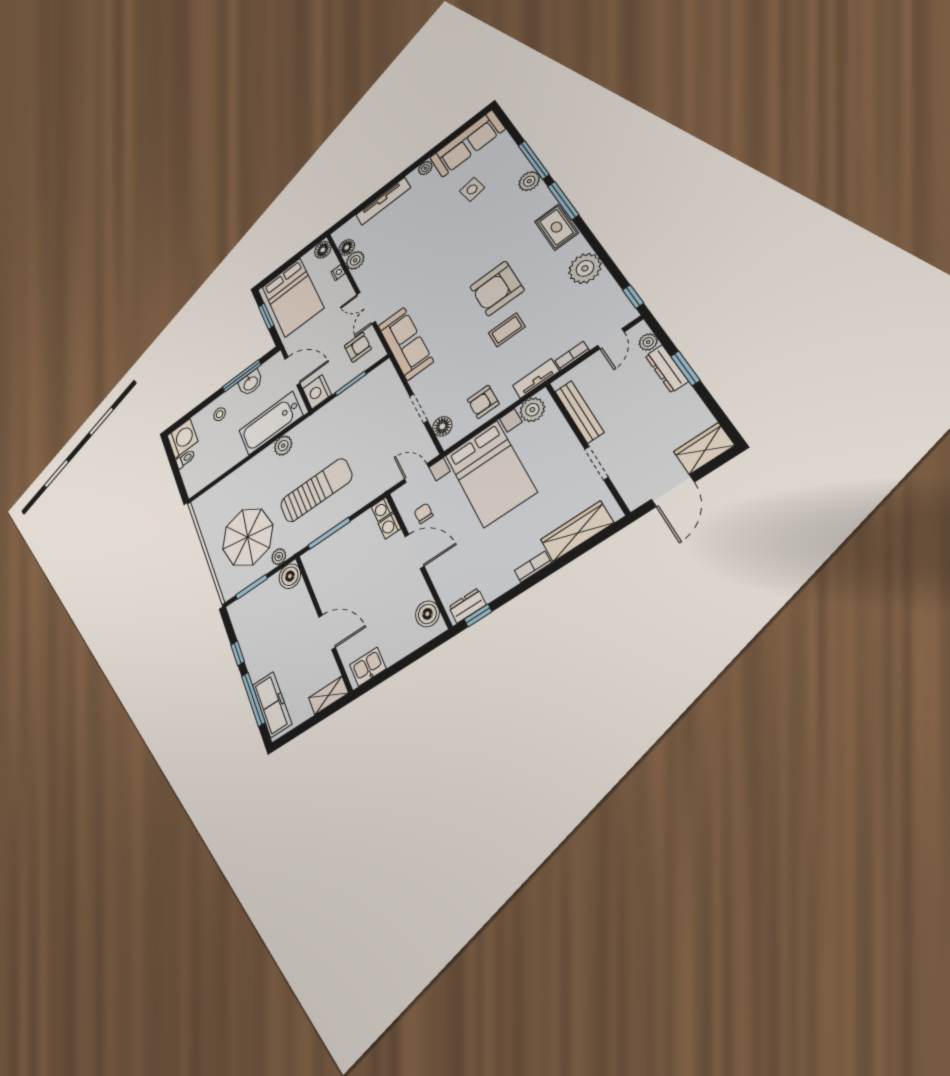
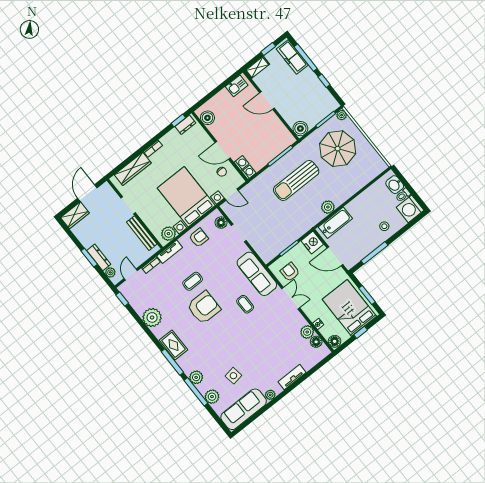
plant: (510, 156) -> (212, 397), added
tv unit: (383, 201) -> (292, 377), width x0.71
window: (287, 264) -> (361, 332), added
coffee table: (433, 296) -> (245, 304), added
armchair: (358, 347) -> (290, 272), turned 90
washbasin: (250, 383) -> (395, 185), moved, turned -90
bathtub: (271, 423) -> (335, 223), width x0.73, depth x0.73
plant: (279, 557) -> (342, 115), moved
window: (304, 727) -> (268, 49), added

